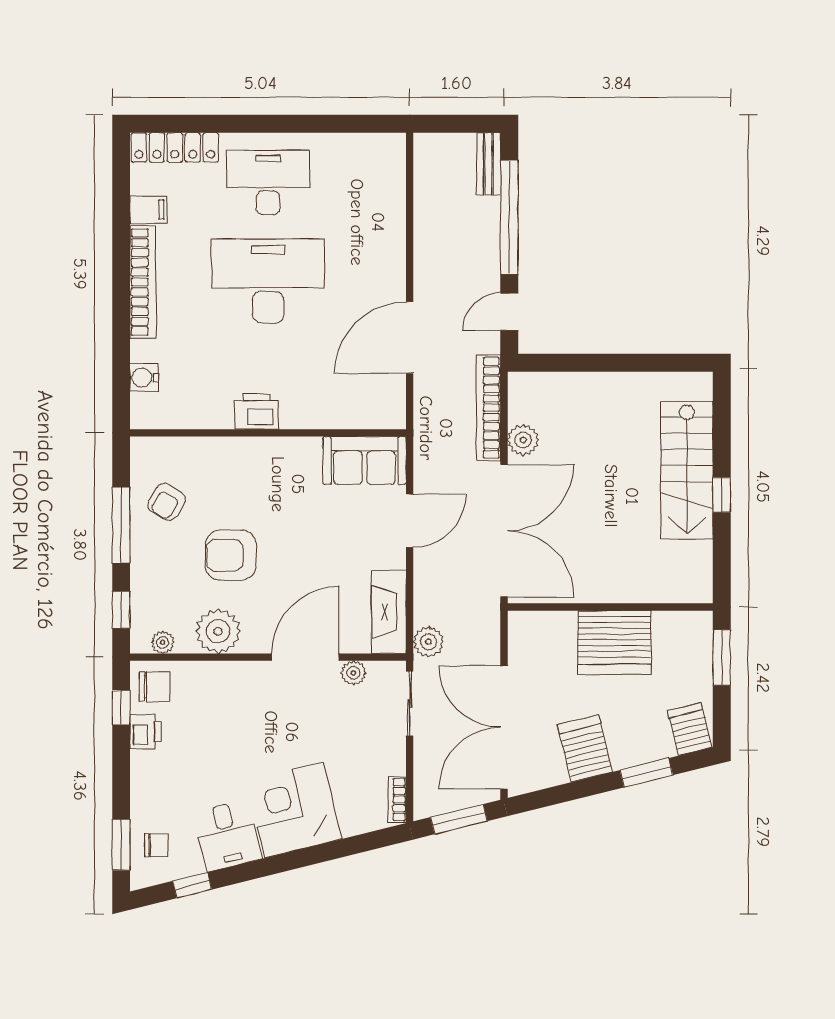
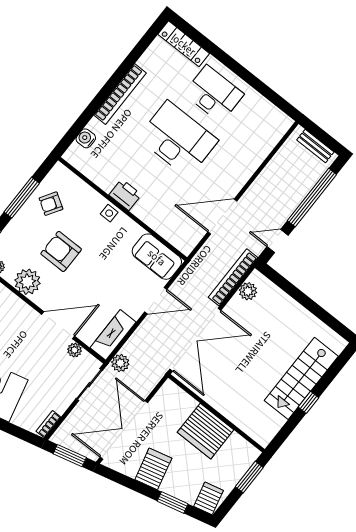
bench: (489, 164) -> (315, 146), moved, turned 90
filing cabinet: (148, 209) -> (149, 63), removed
plant: (523, 440) -> (248, 291), moved
side table: (255, 453) -> (109, 213), added

